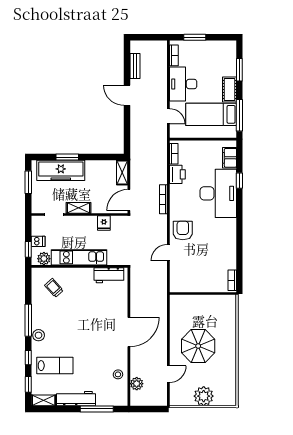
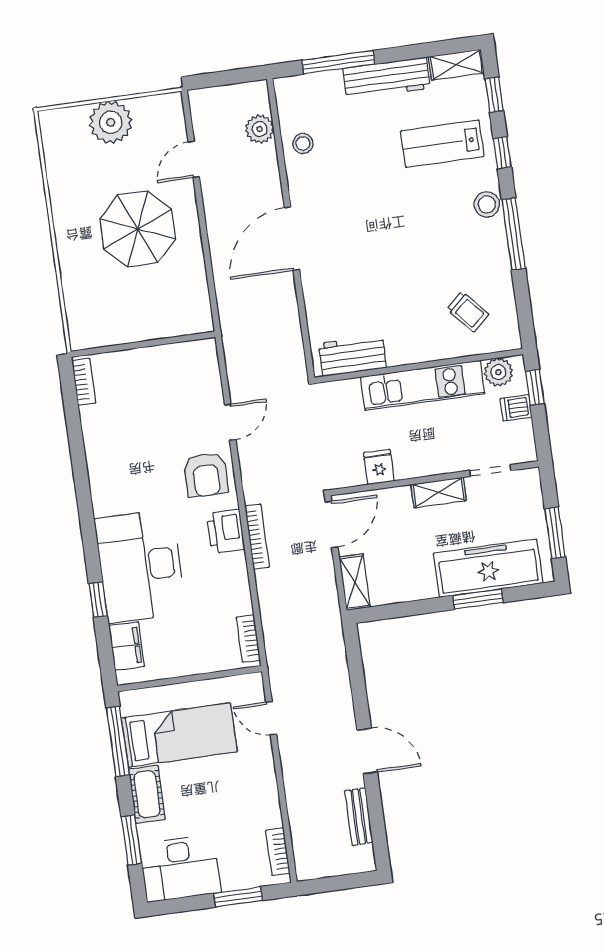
desk: (183, 84) -> (180, 868), moved, turned 90
printer: (177, 174) -> (226, 531), moved

